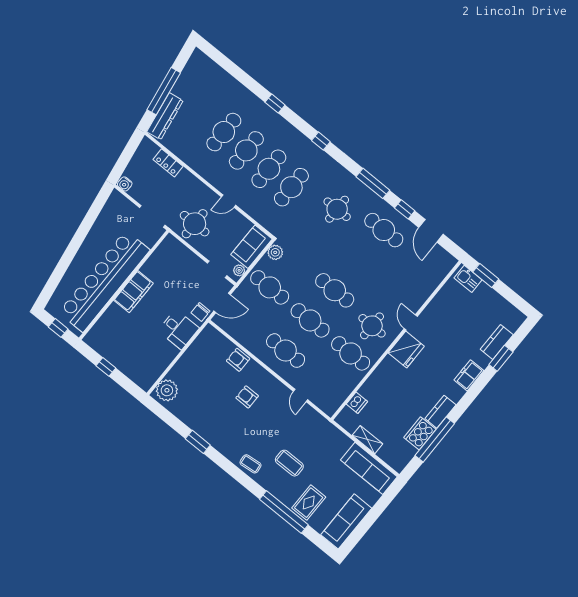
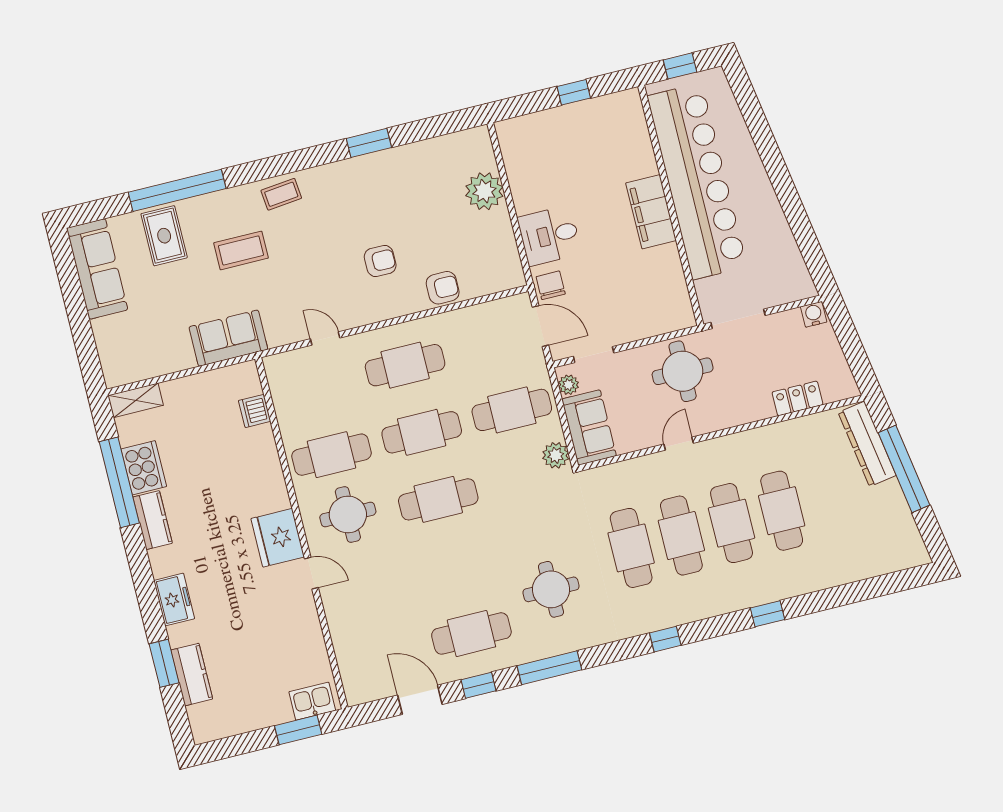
door: (222, 303) -> (540, 326), swing flipped
plant: (167, 390) -> (484, 191), moved
shelving: (368, 440) -> (136, 400), moved
sofa: (369, 468) -> (228, 338), moved, width x0.73

